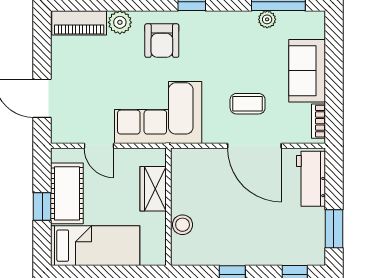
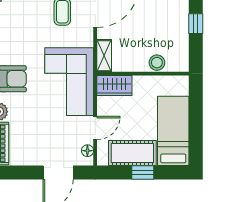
floor lamp: (70, 136) -> (87, 151), added
shelving: (191, 157) -> (104, 56), added
wardrobe: (153, 189) -> (114, 86), moved

